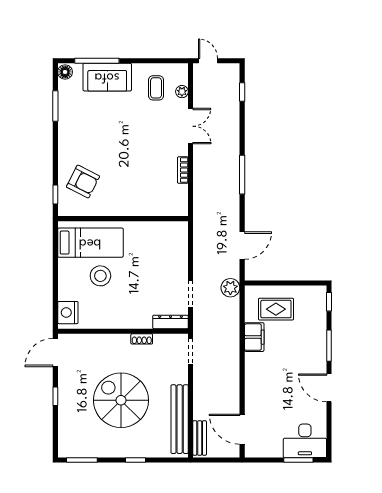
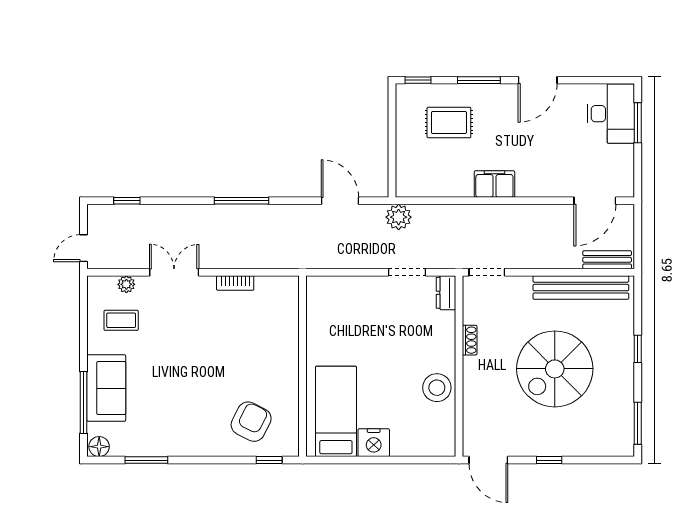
stool: (100, 276) -> (437, 388), moved
rug: (276, 309) -> (449, 122), moved, turned 90
nightstand: (68, 313) -> (374, 443), moved
dresser: (171, 322) -> (446, 293), width x0.70
filing cabinet: (254, 337) -> (494, 184), moved

